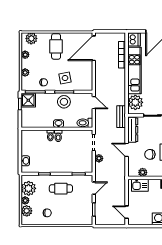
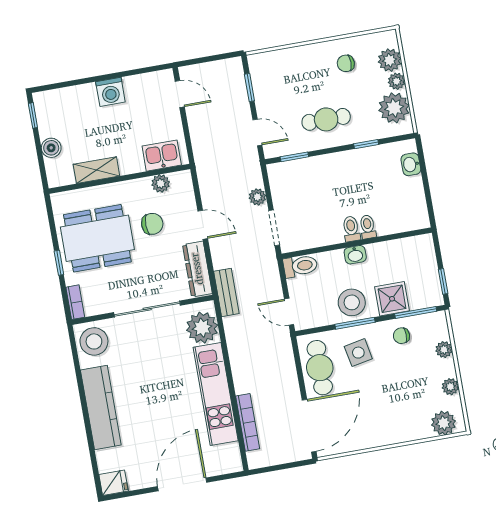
dishwasher: (134, 40) -> (228, 459), removed
cafe table: (56, 46) -> (320, 368), moved
shower: (28, 100) -> (392, 299), moved
door: (94, 188) -> (257, 132), swing flipped

